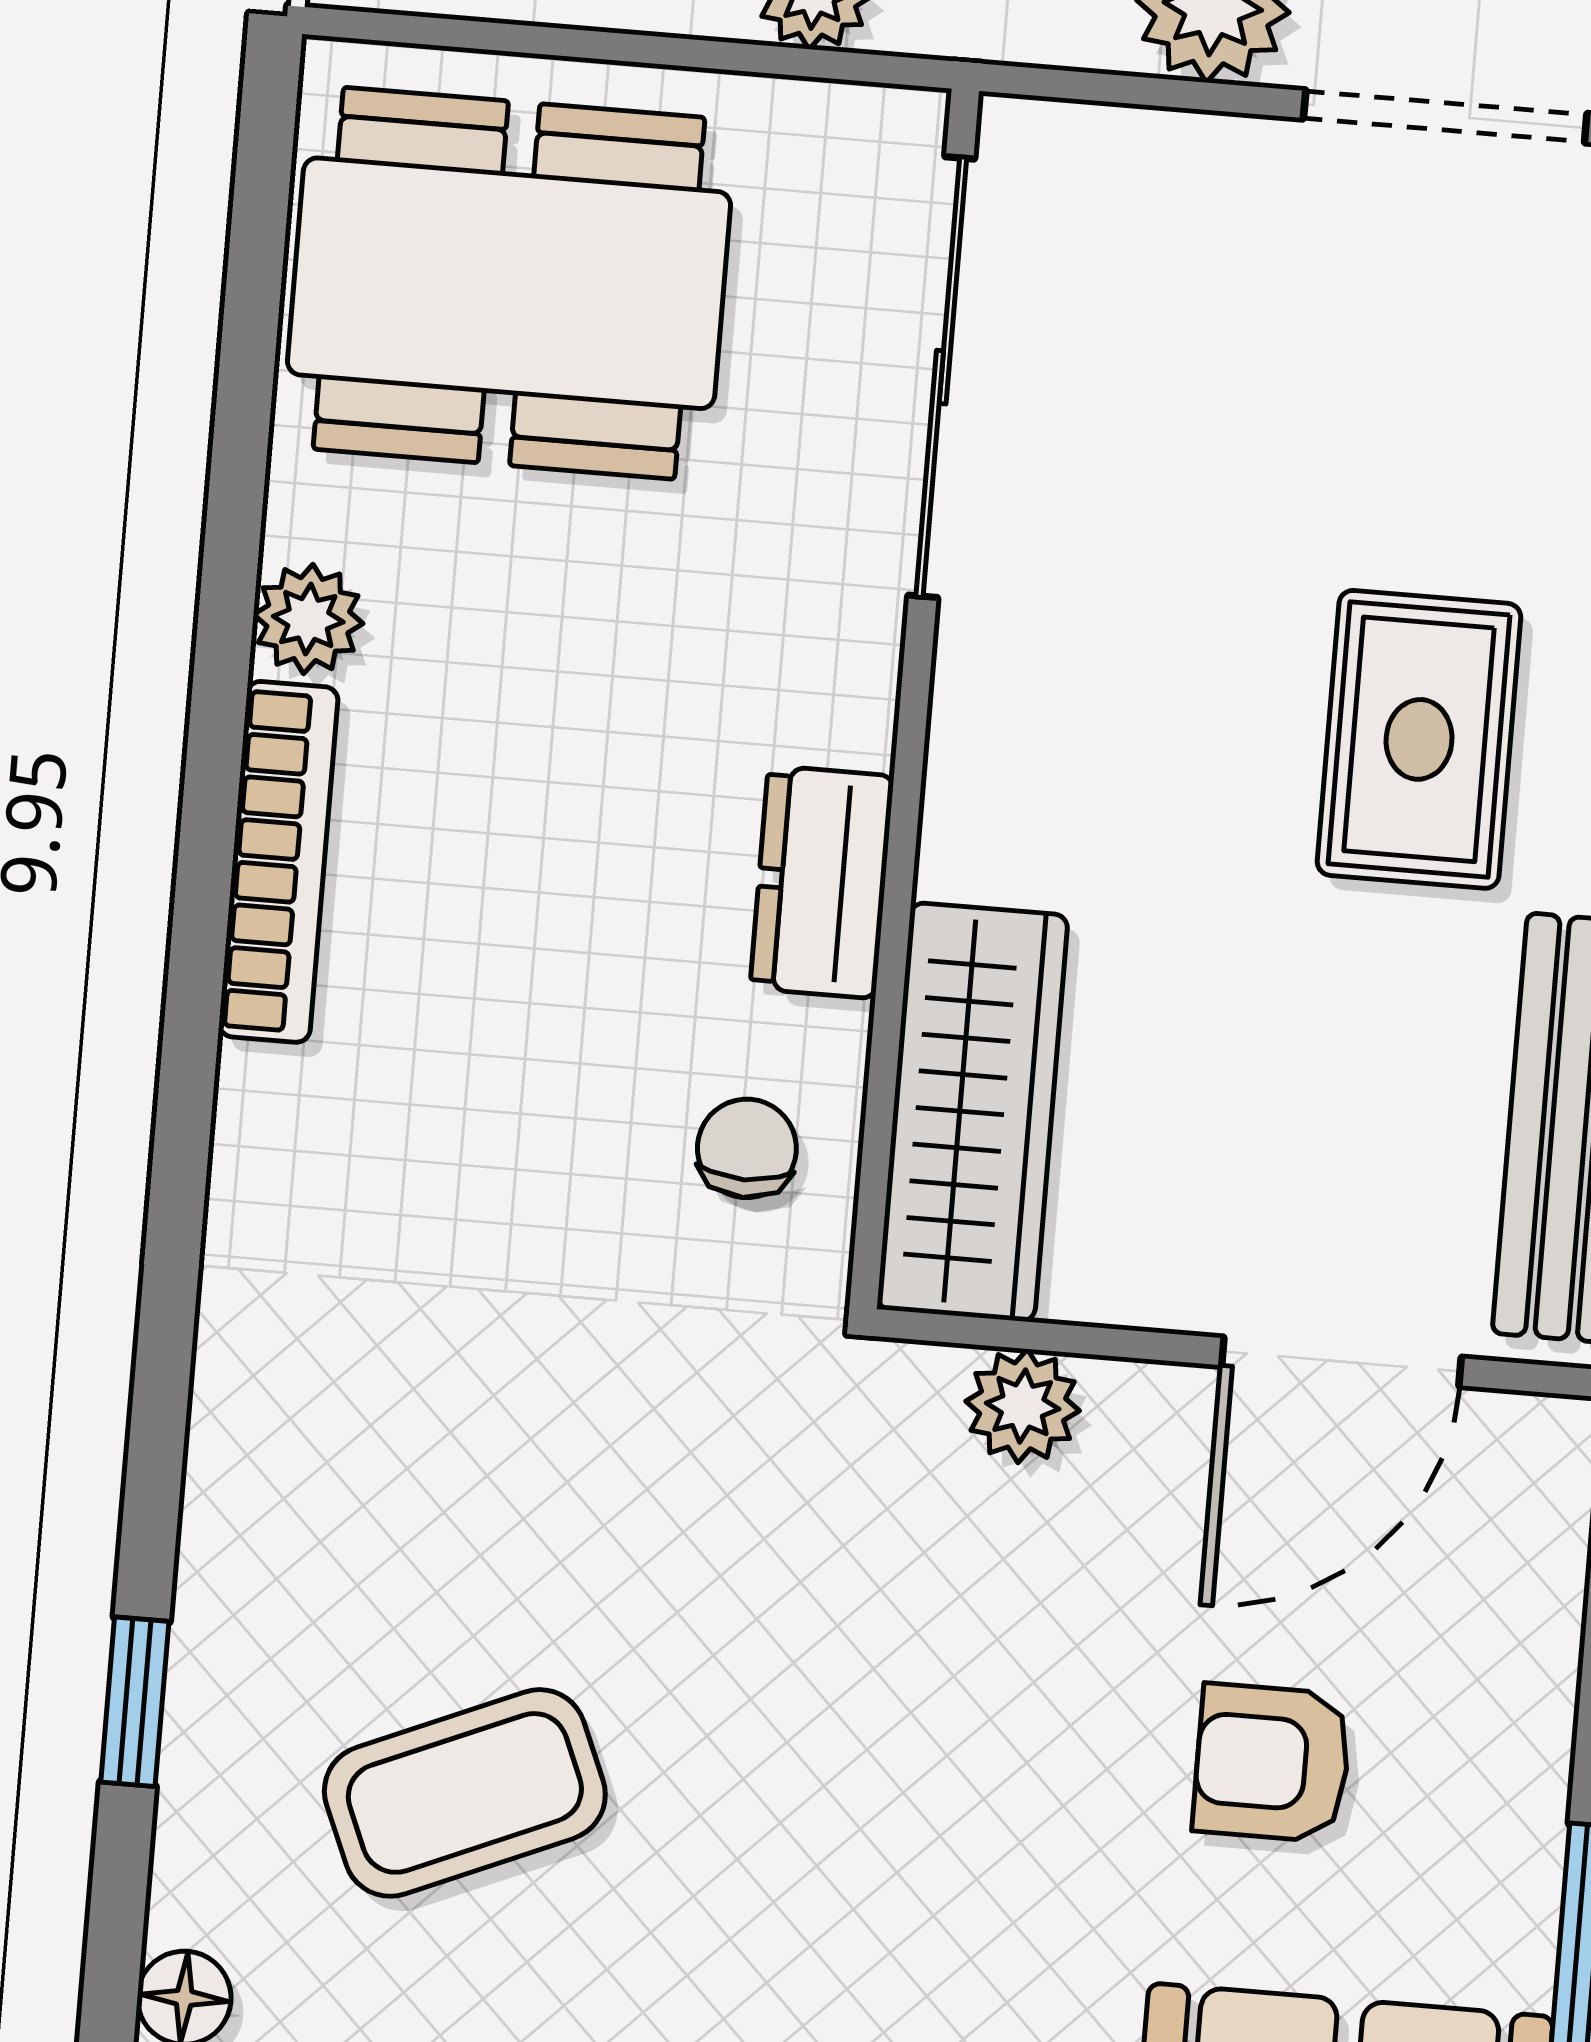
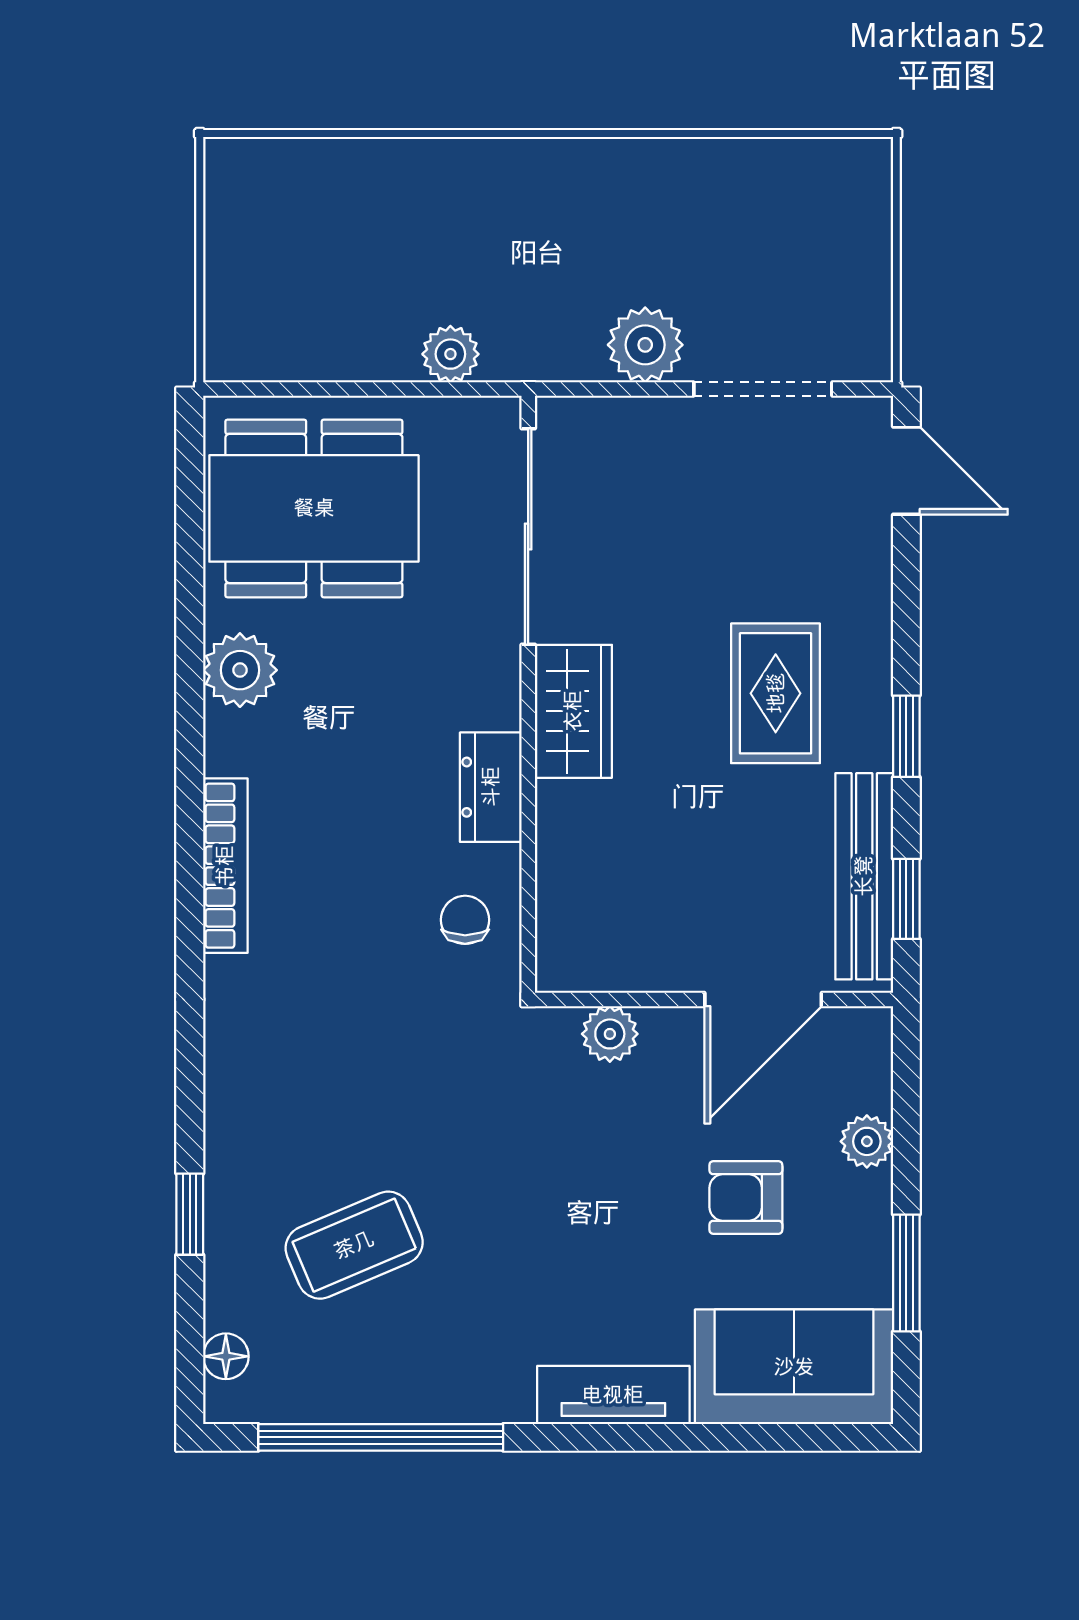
plant: (308, 619) -> (240, 670), width x1.38, depth x1.38
bookcase: (278, 862) -> (225, 866), moved
wardrobe: (972, 1112) -> (573, 711), moved, width x0.67
plant: (1529, 1669) -> (867, 1141), added

